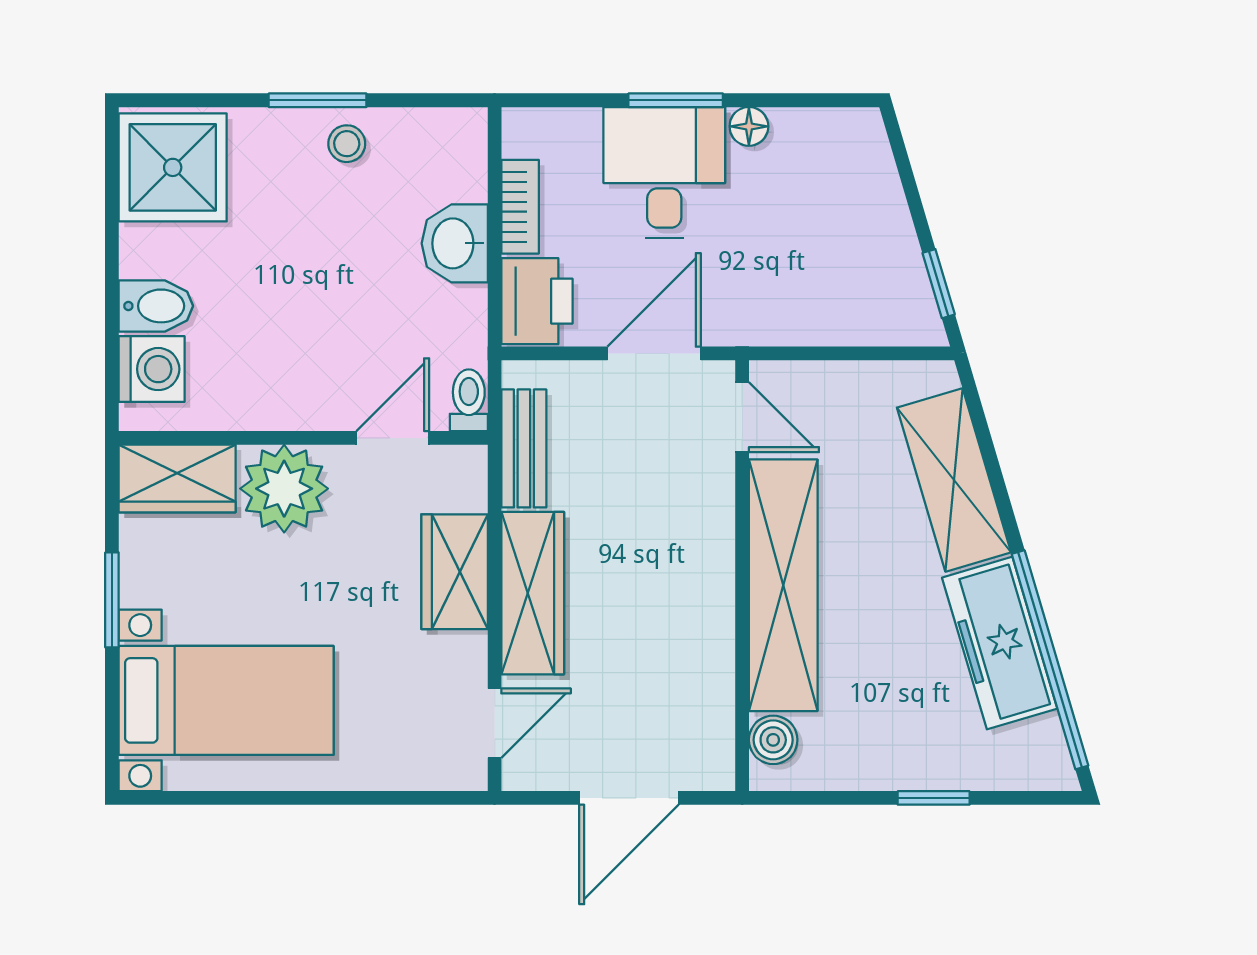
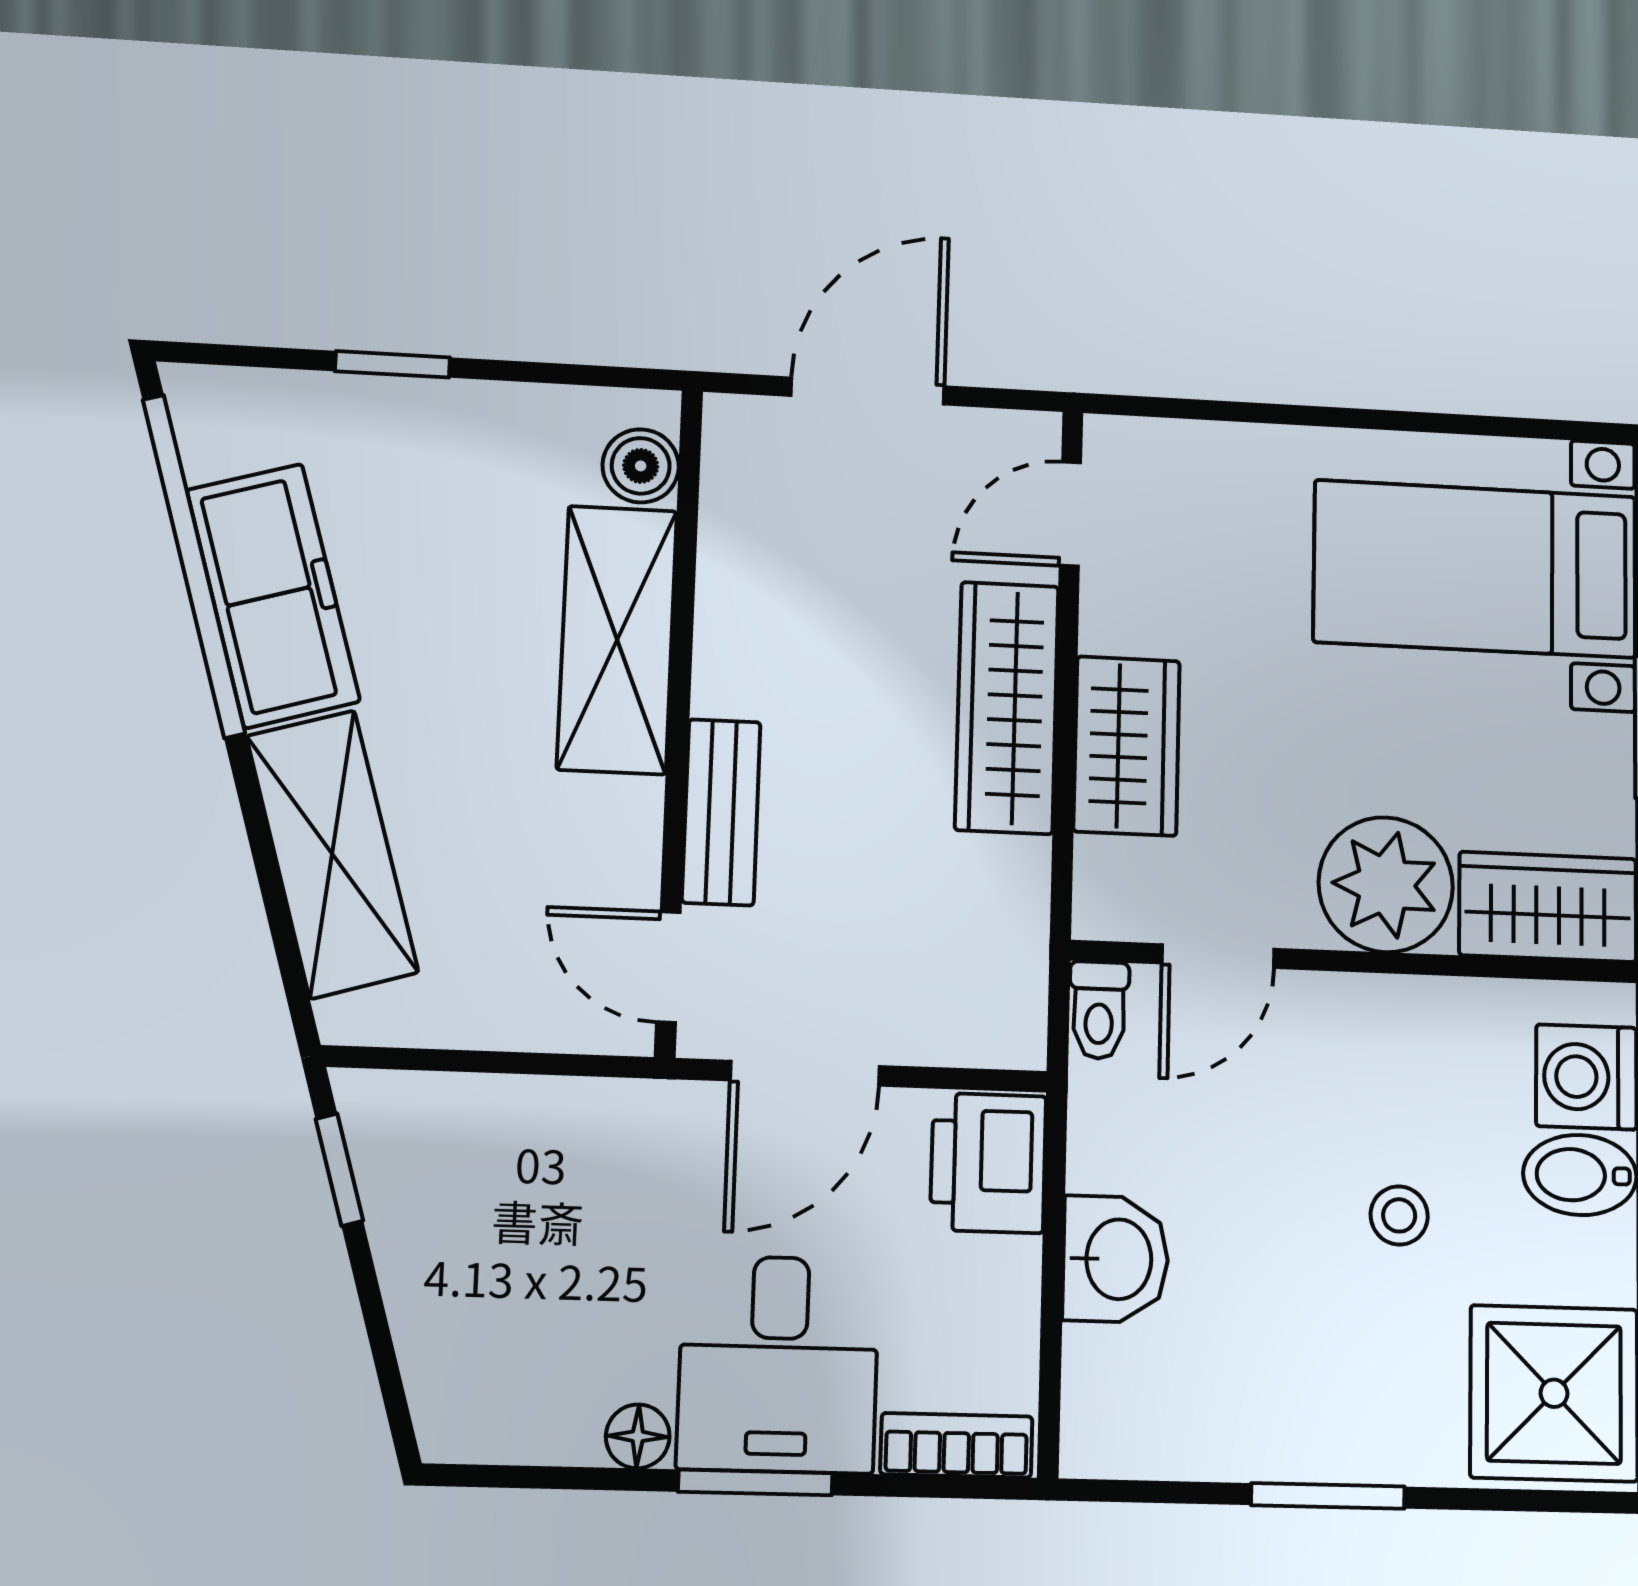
stool: (347, 144) -> (1399, 1215), moved
bookcase: (520, 207) -> (956, 1445), moved, turned 90
bench: (524, 448) -> (721, 812), moved
shelving: (783, 585) -> (617, 640), width x0.68

